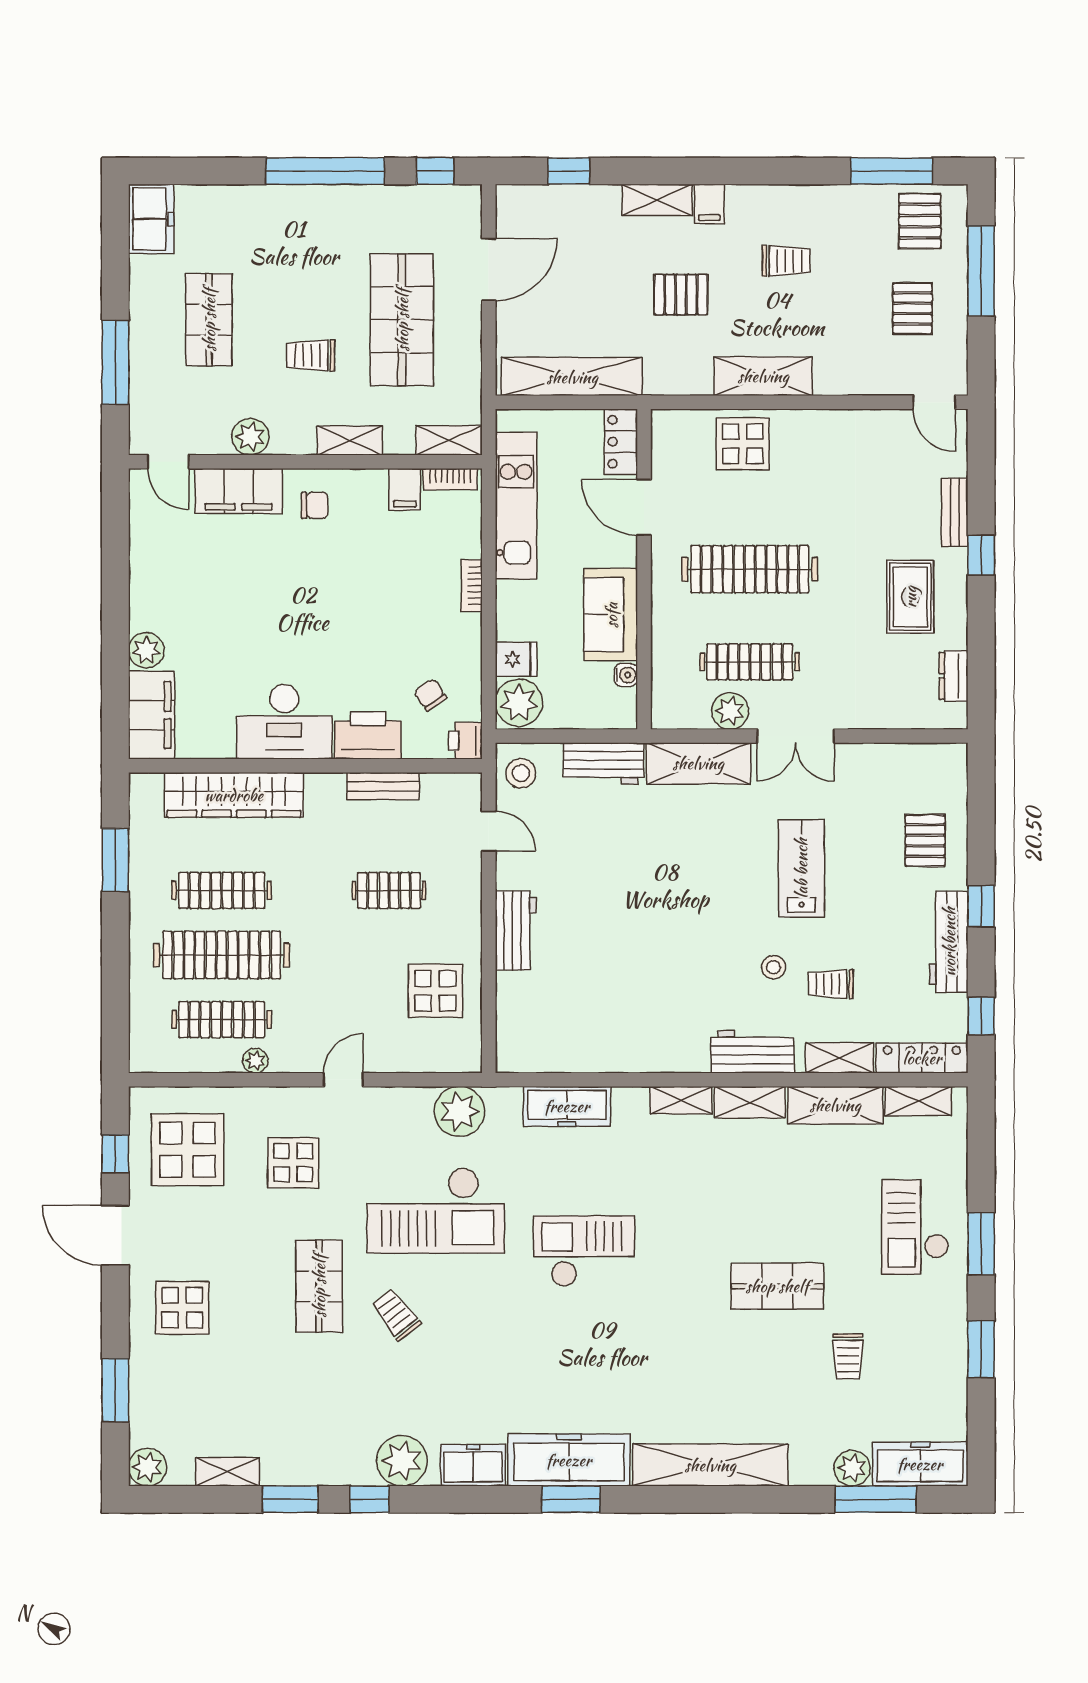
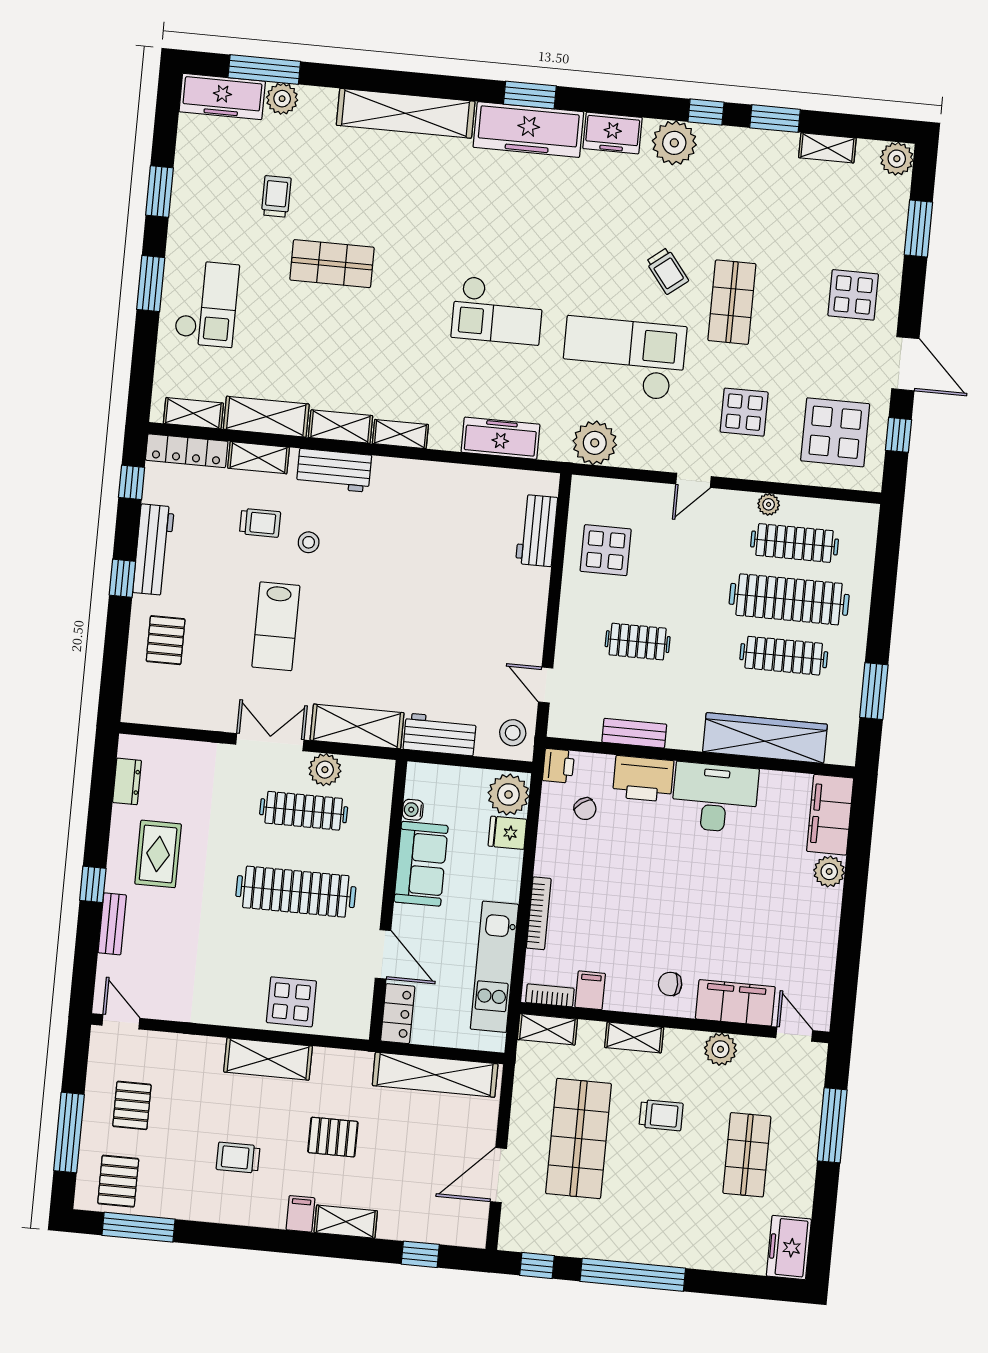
bookcase: (472, 586) -> (539, 913), width x1.56
workbench: (516, 931) -> (537, 530), moved

